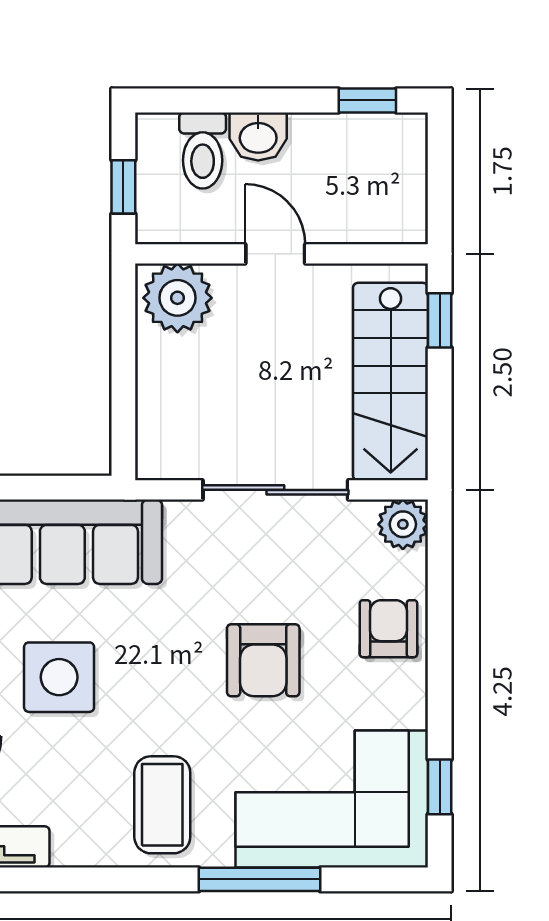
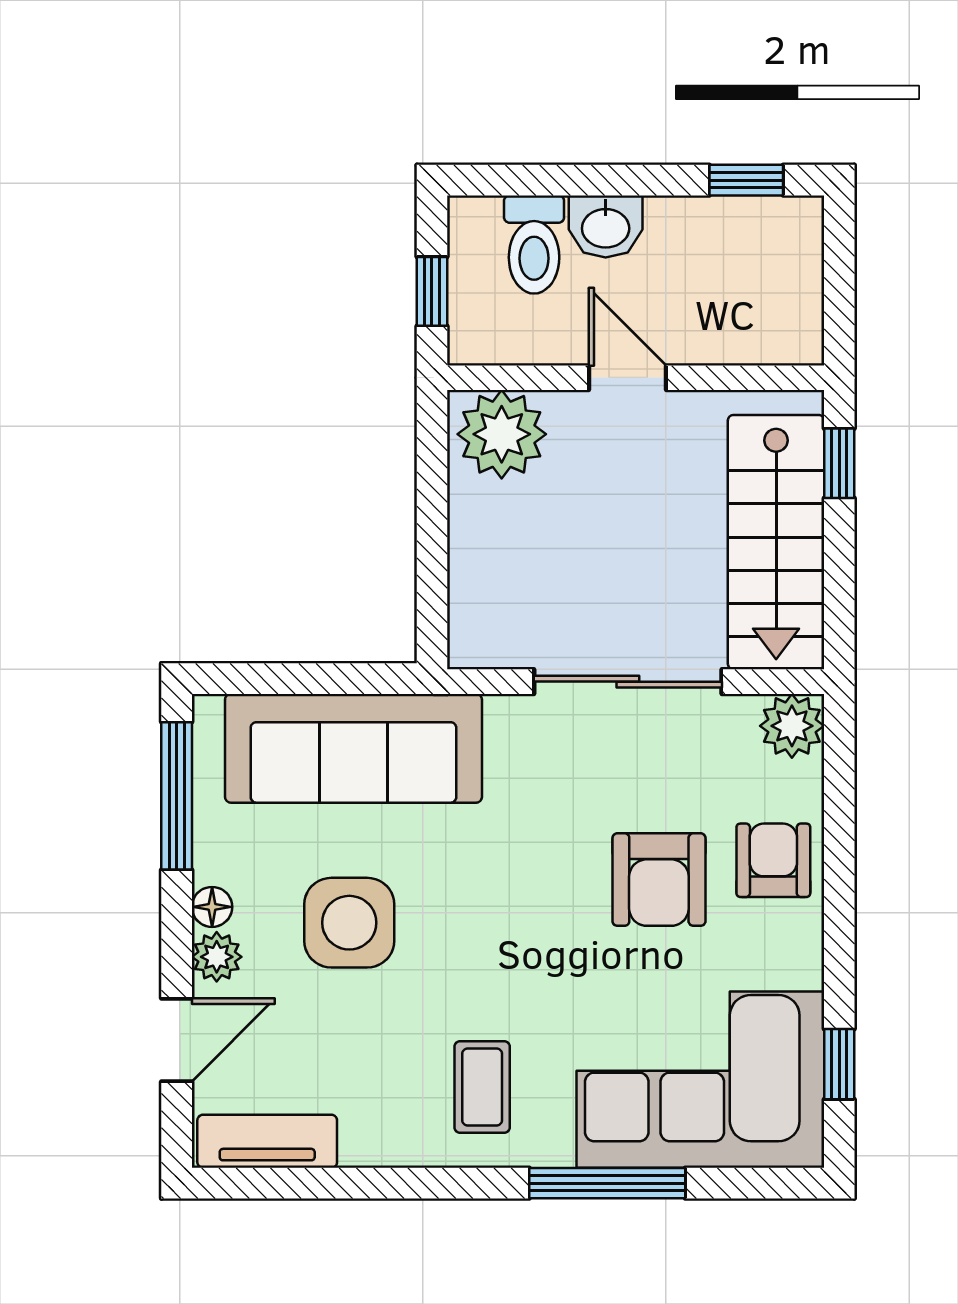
armchair: (263, 660) -> (659, 880), moved
coffee table: (162, 805) -> (482, 1087), width x0.73, depth x0.77

